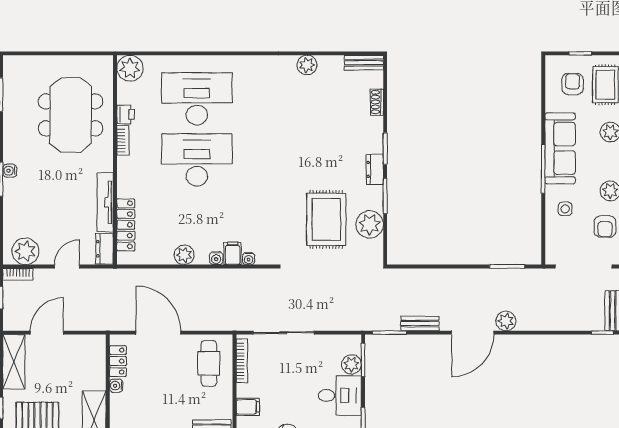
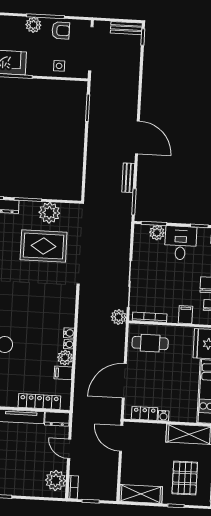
side table: (565, 209) -> (59, 66), moved
filing cabinet: (233, 253) -> (63, 373), moved
water cooler: (249, 259) -> (69, 344), moved
plant: (506, 321) -> (119, 317), moved
door: (47, 333) -> (121, 438), moved

